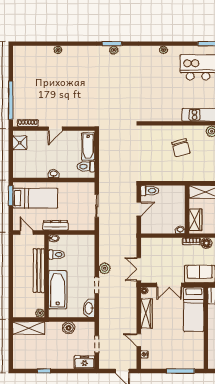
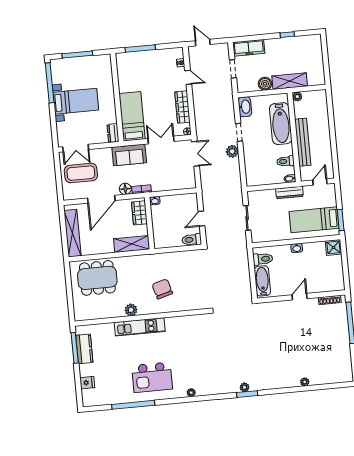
shower: (20, 143) -> (333, 247), moved
door: (27, 233) -> (320, 182), swing flipped
shelving: (29, 328) -> (290, 81), moved
freezer: (84, 362) -> (249, 48), width x1.40

